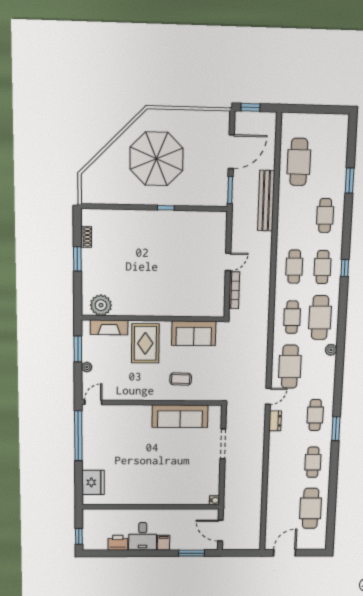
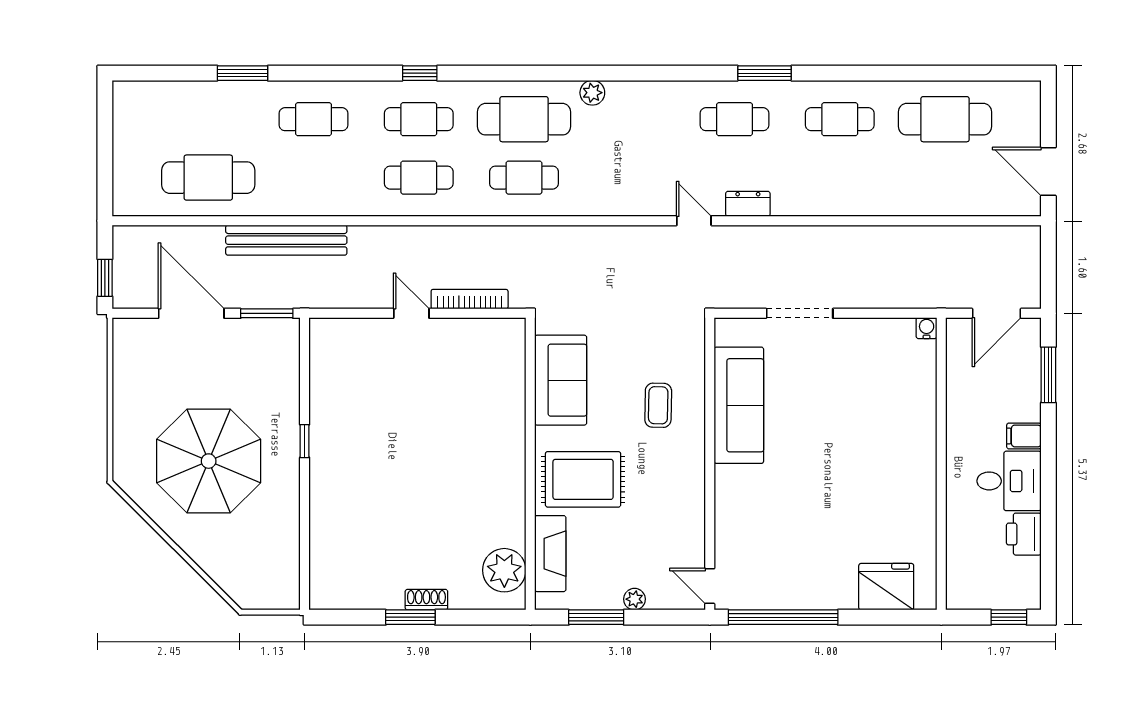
shoe rack: (86, 237) -> (426, 600), moved
cafe table: (290, 367) -> (629, 178), removed

